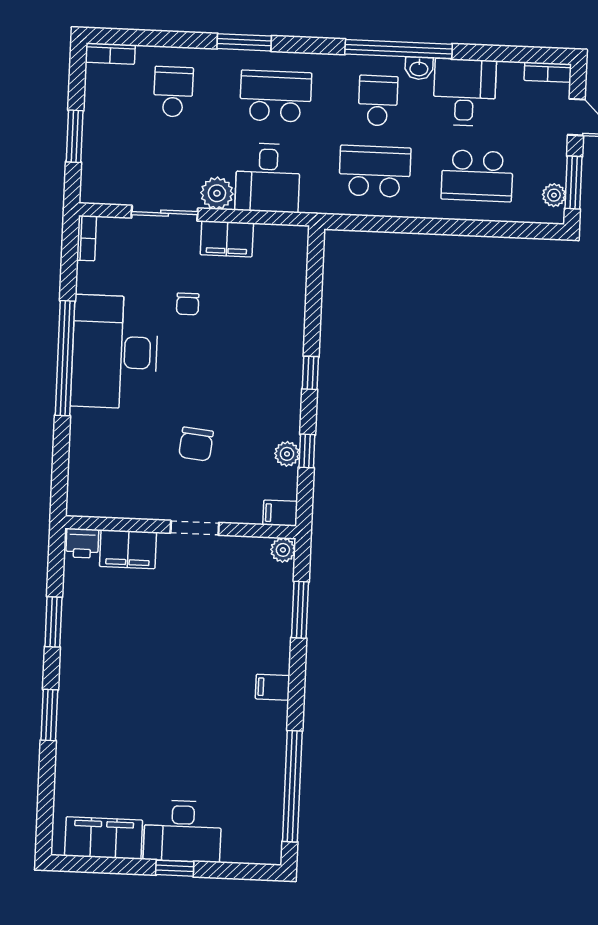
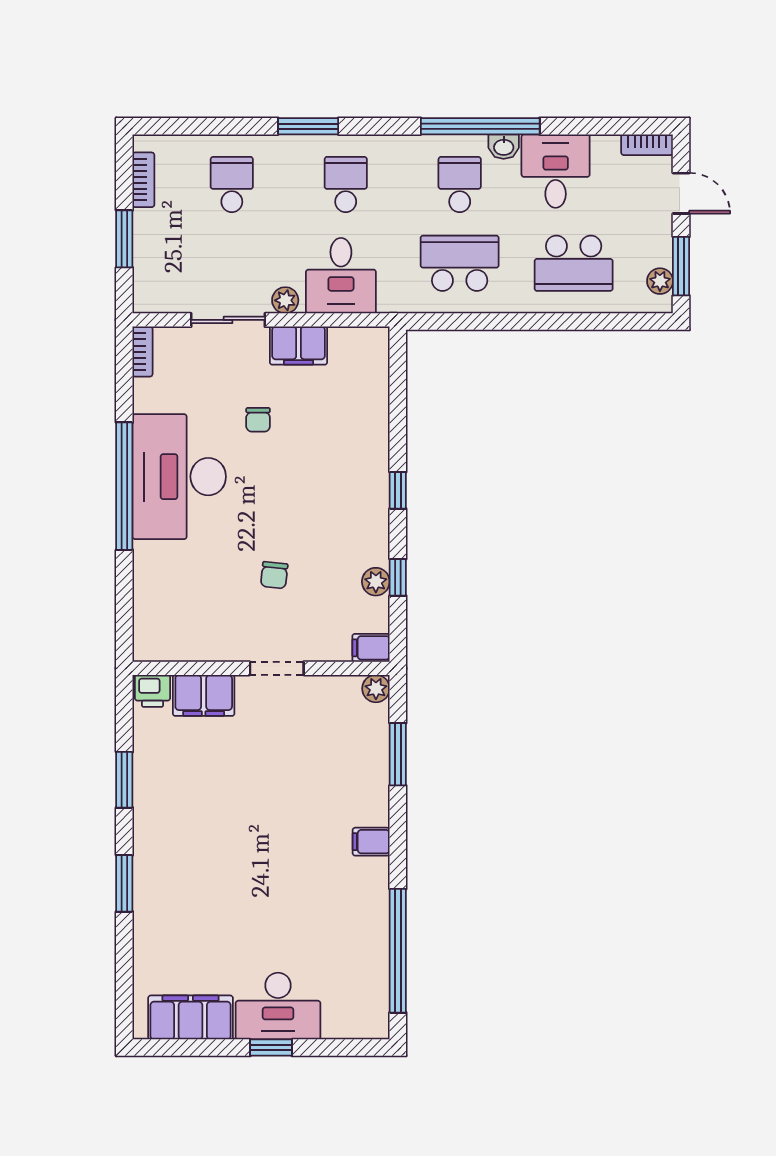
bookcase: (110, 54) -> (143, 180), moved, turned -90
school desk: (276, 96) -> (346, 185), width x0.54
plant: (217, 193) -> (285, 300), width x0.73, depth x0.73
chair: (196, 444) -> (274, 575), width x0.73, depth x0.73

